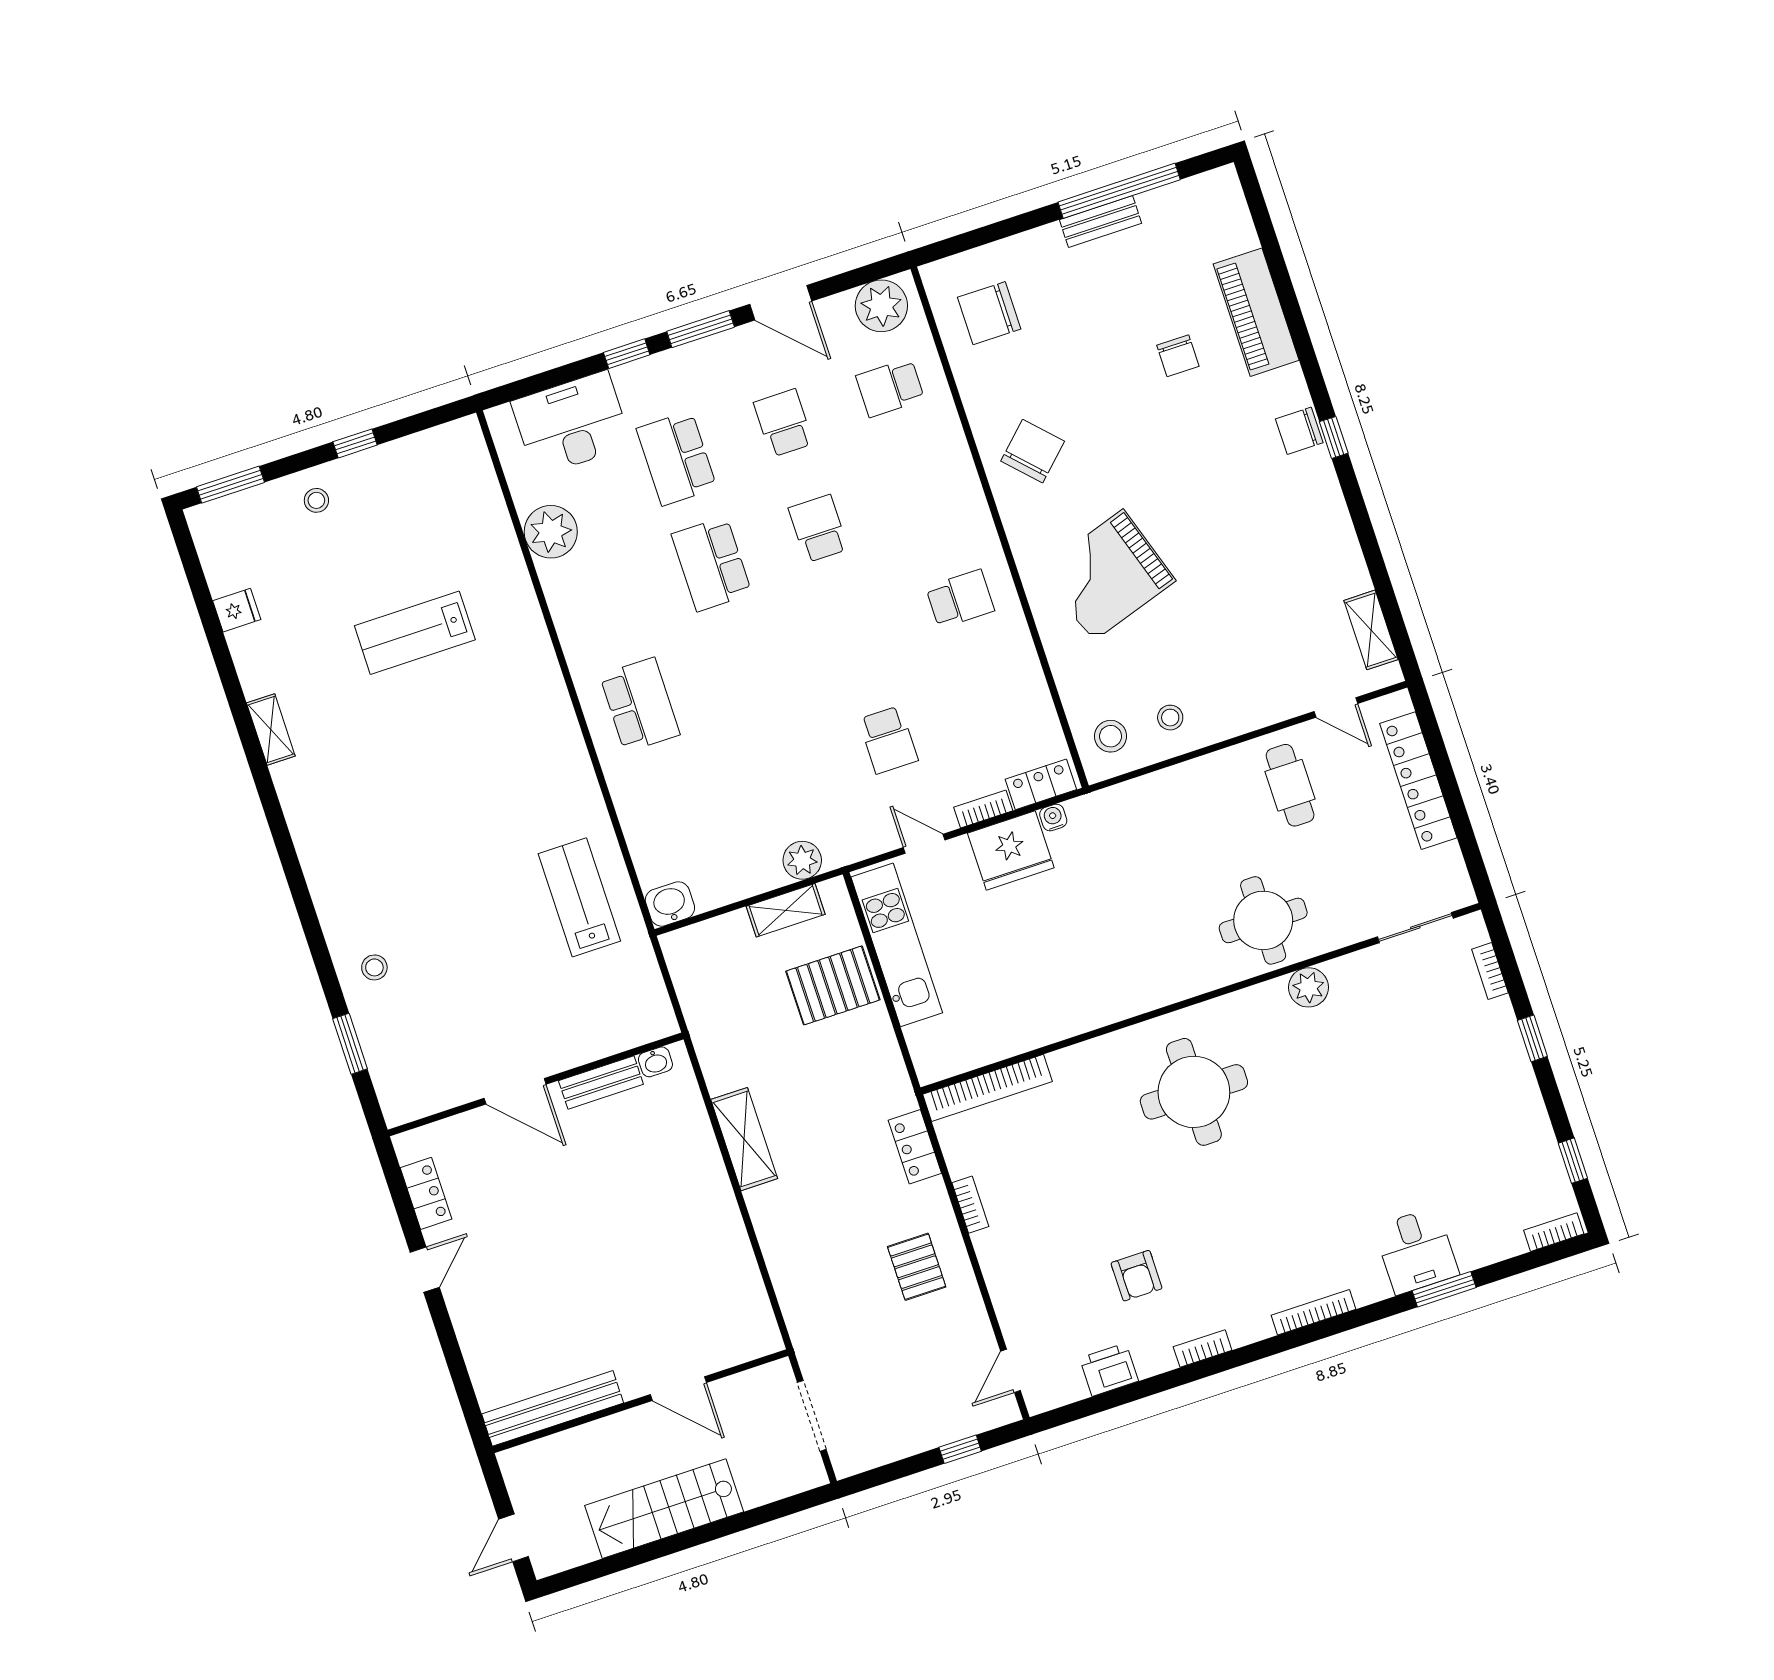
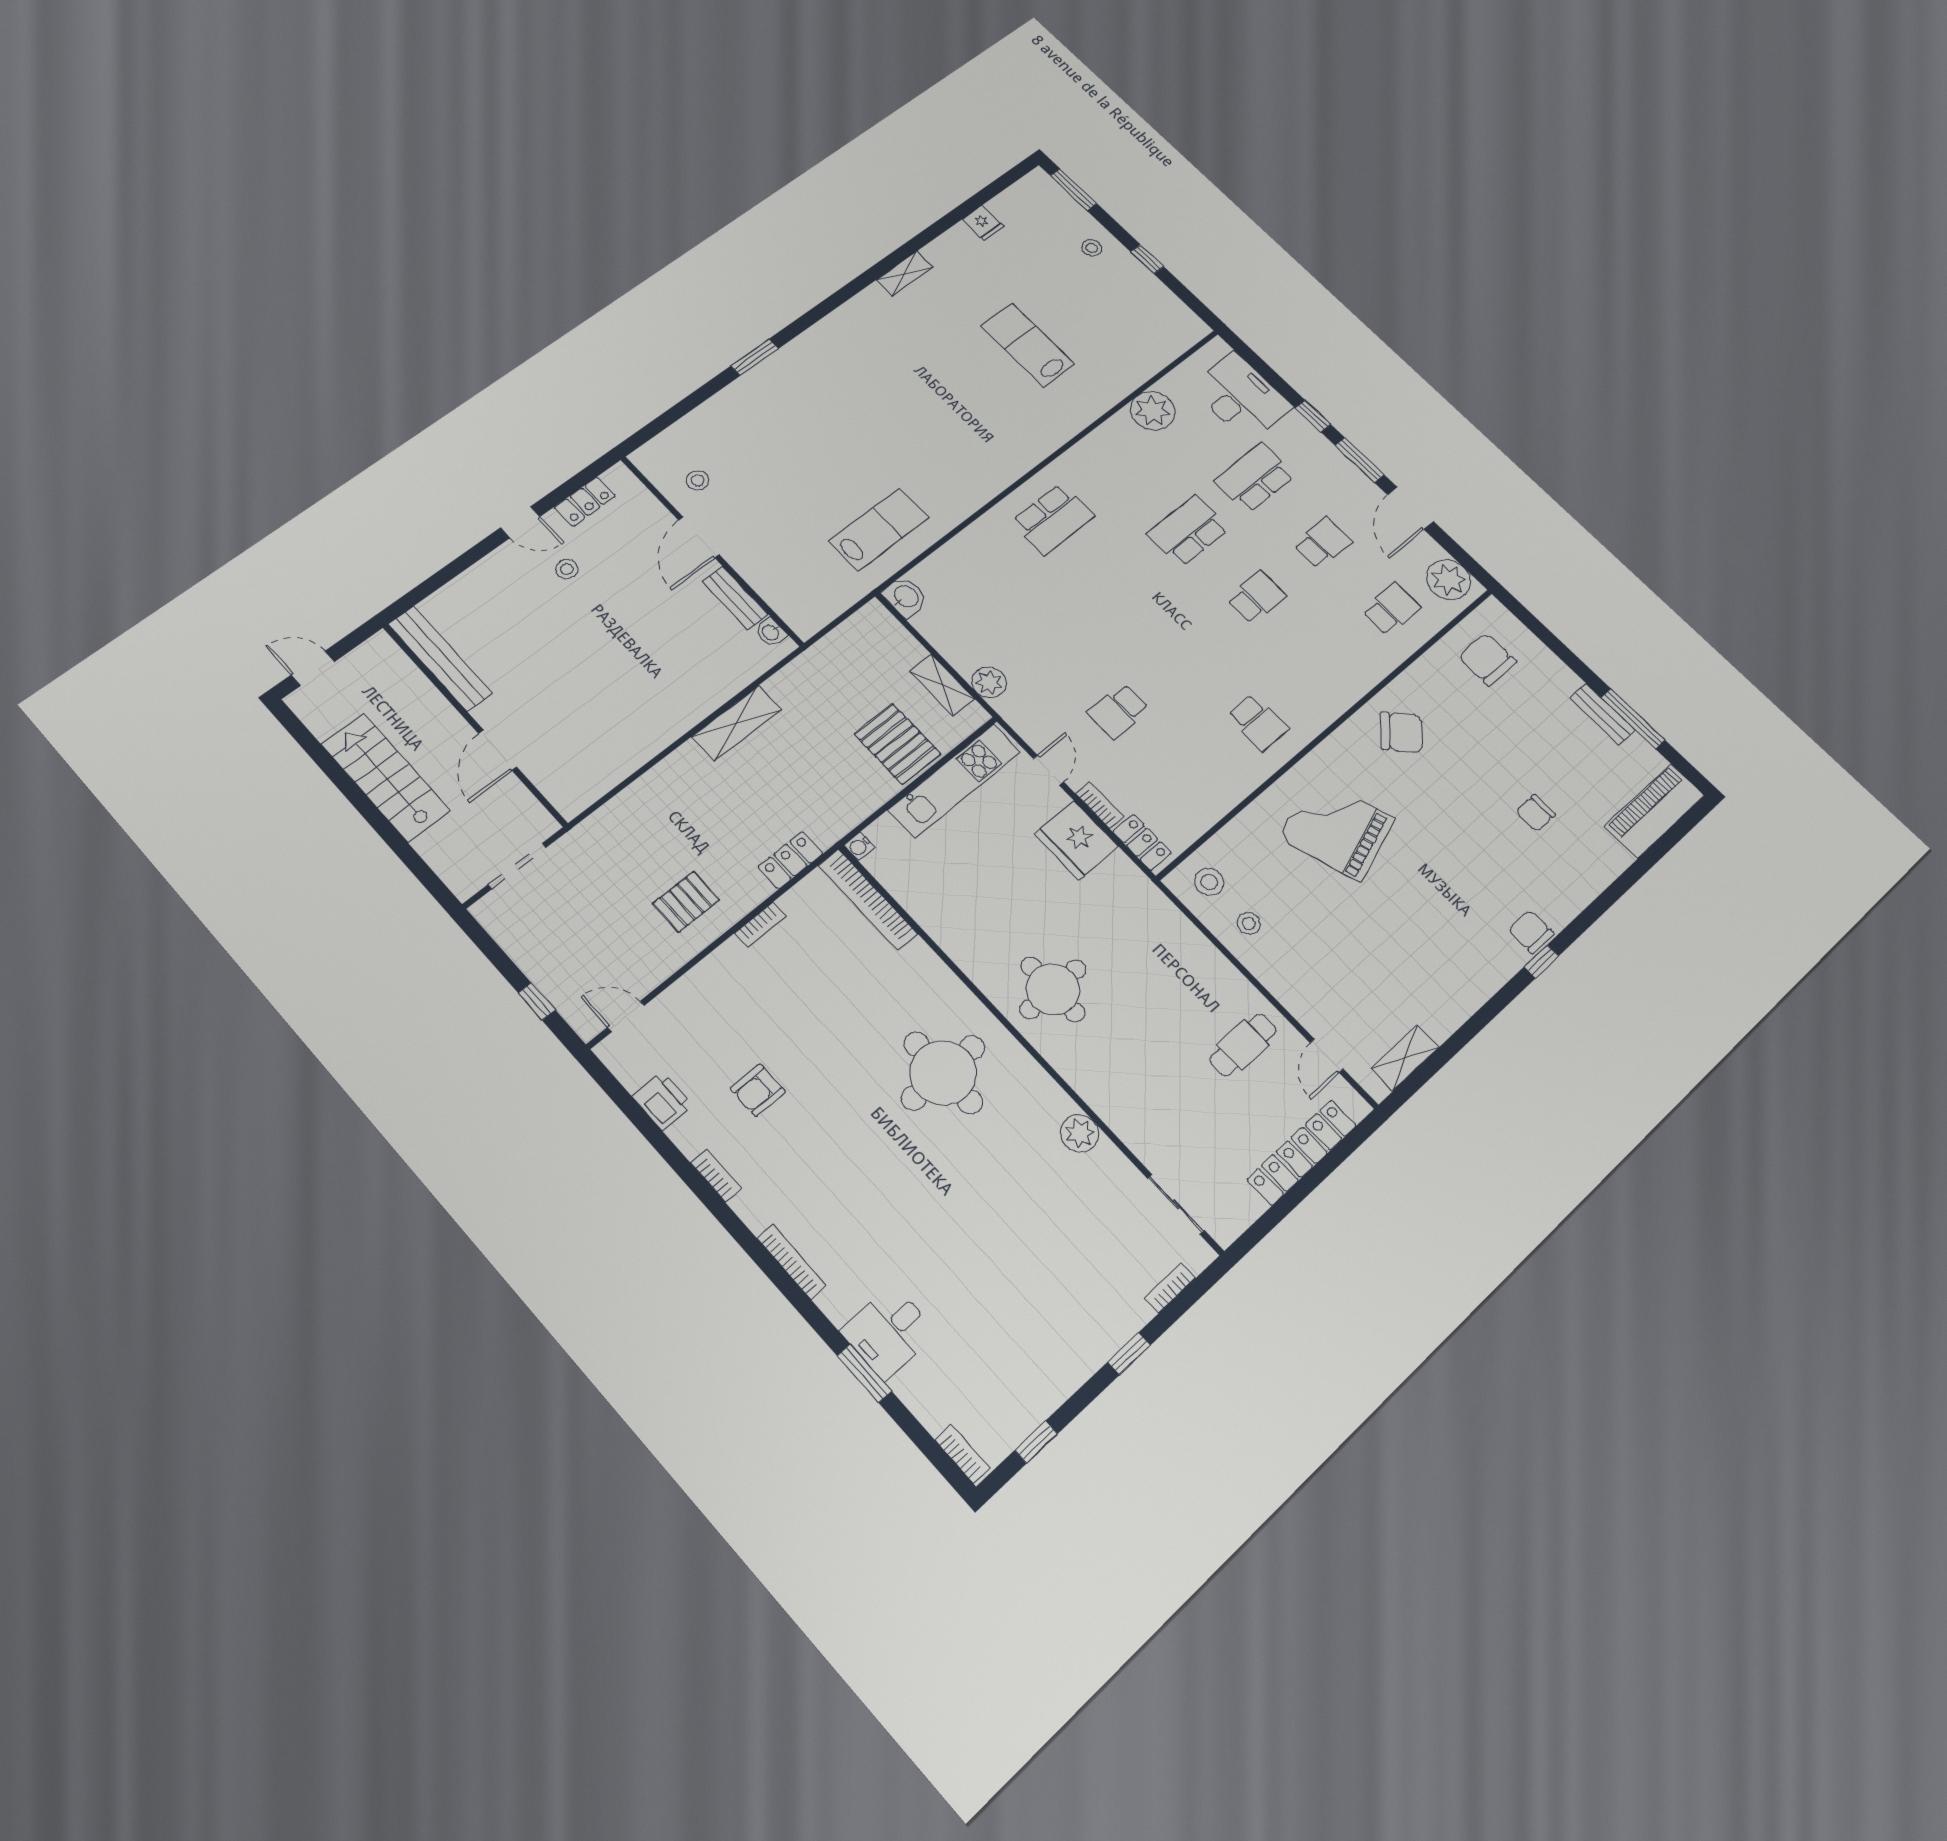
window: (1119, 191) -> (1633, 719), width x0.68
piano: (1256, 312) -> (1654, 811), moved
school desk: (890, 388) -> (1391, 609), turned 90
water cooler: (1053, 817) -> (859, 846), moved, turned 180
round table: (1263, 920) -> (1053, 989), moved
stool: (374, 967) -> (698, 480), moved
window: (350, 1044) -> (755, 357), moved
stool: (499, 1243) -> (567, 569), added

